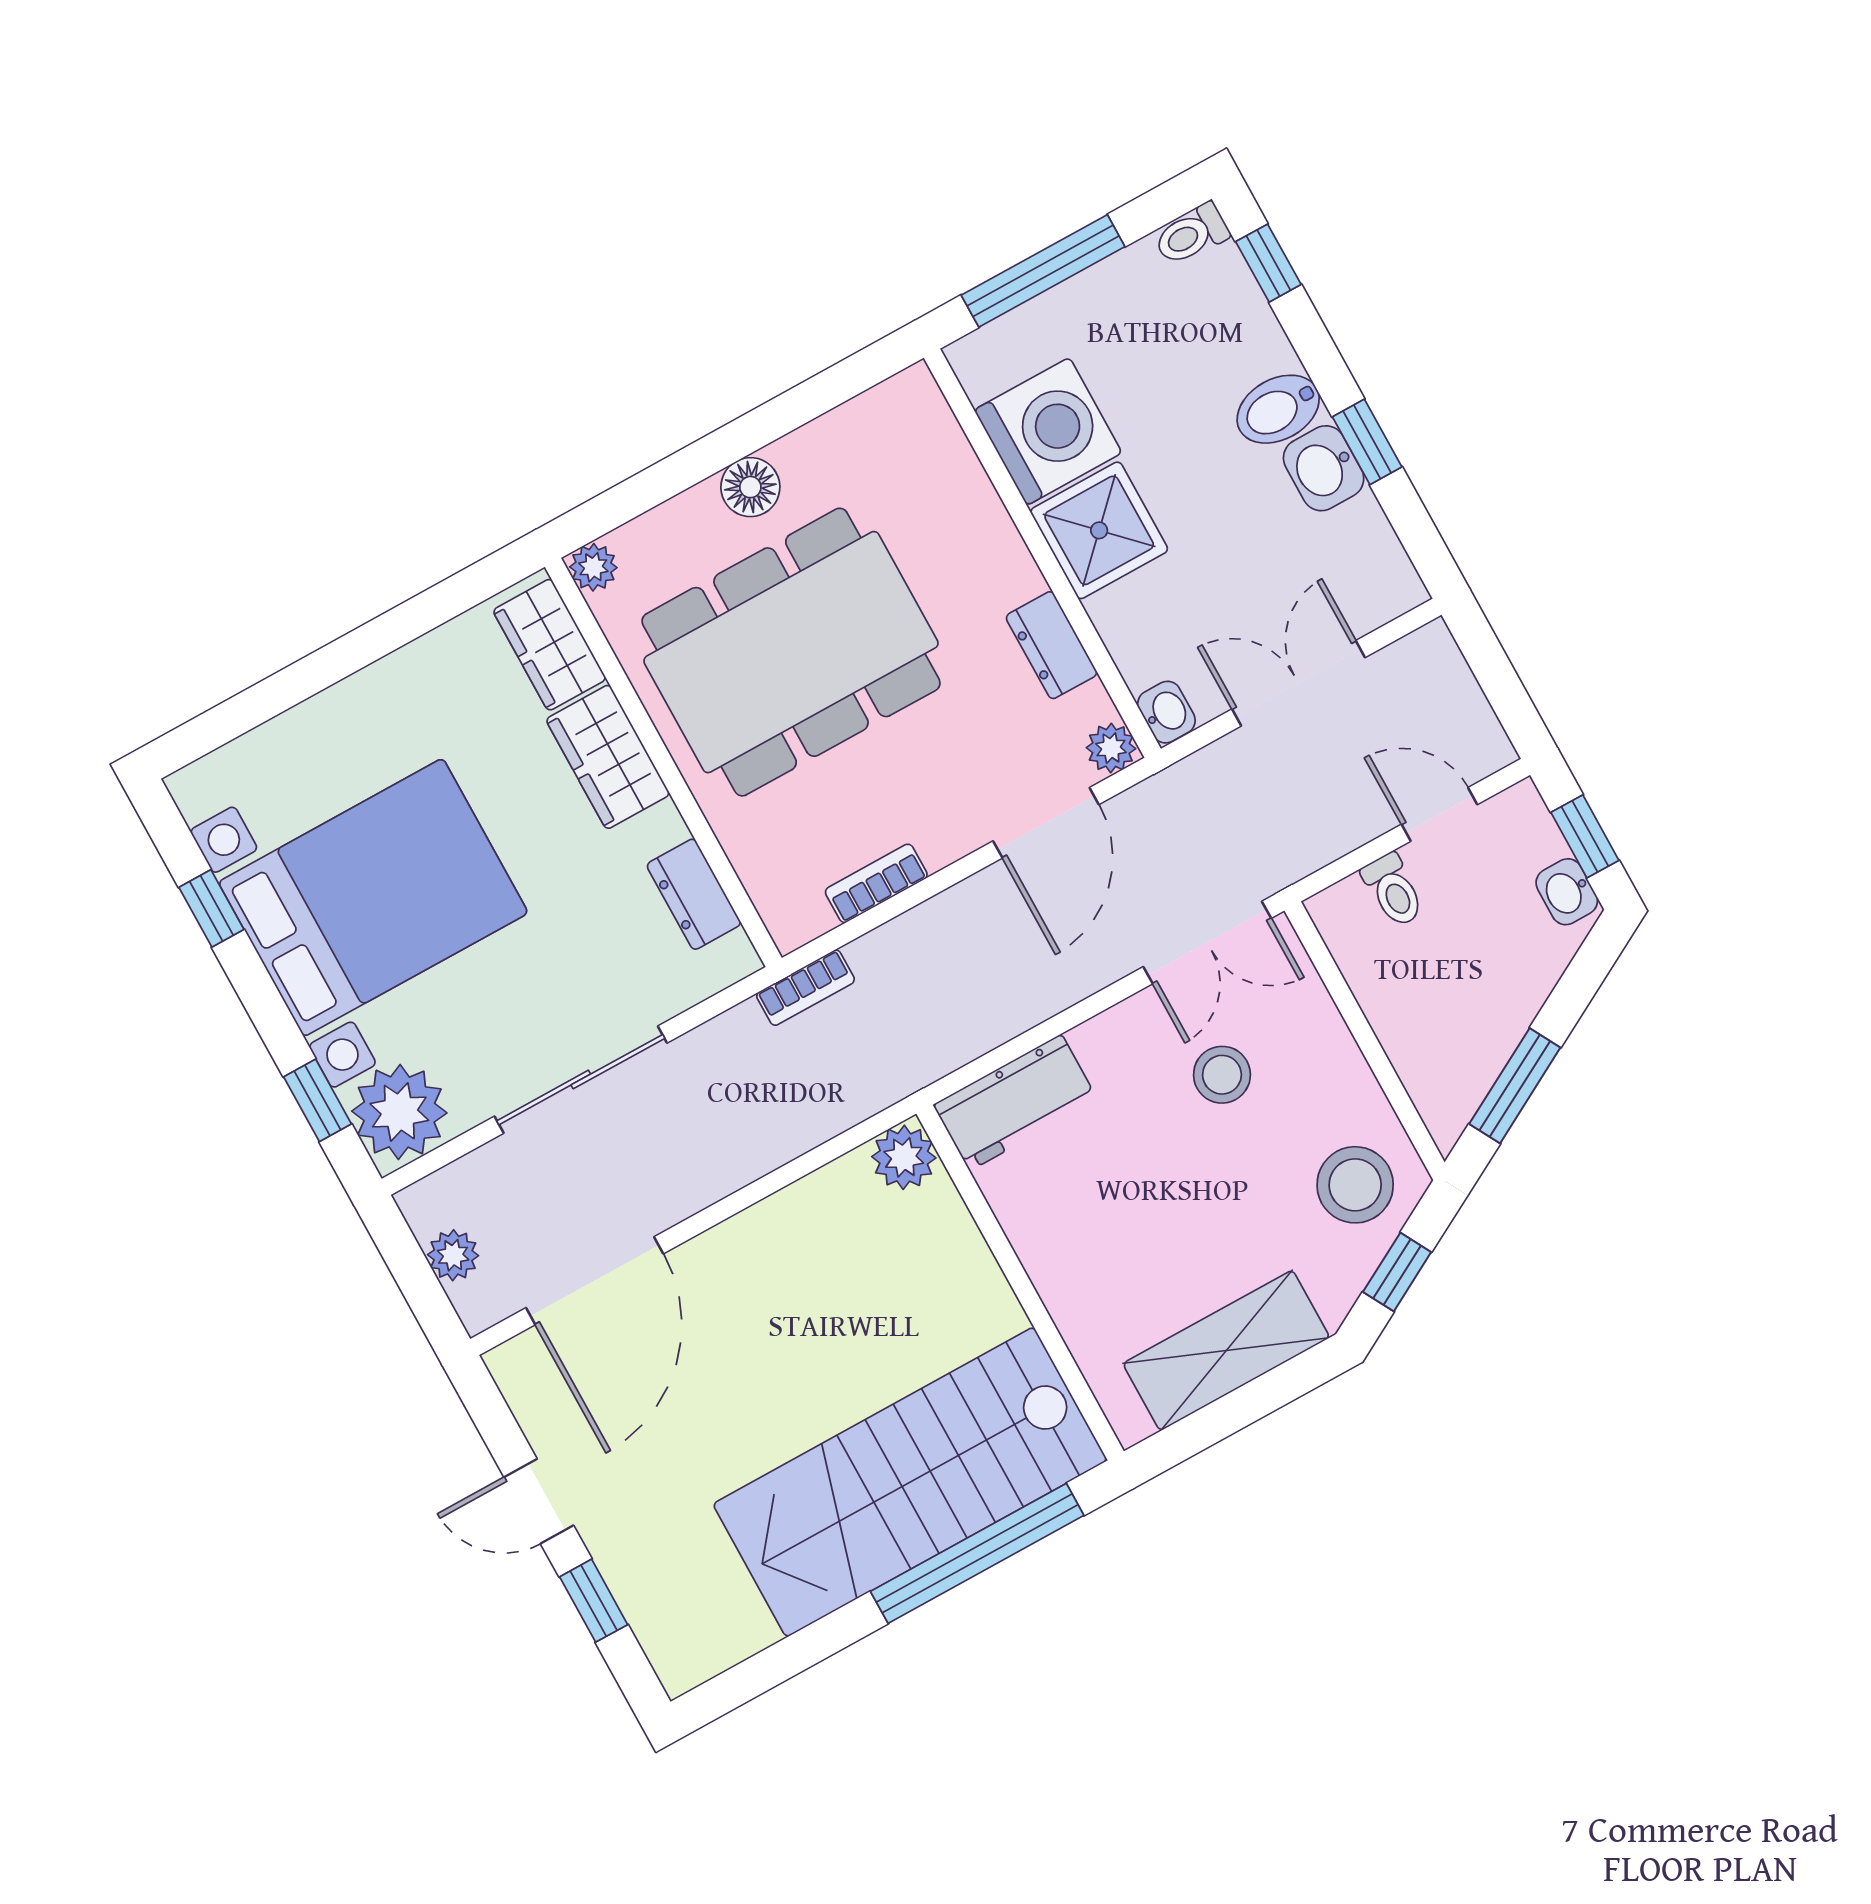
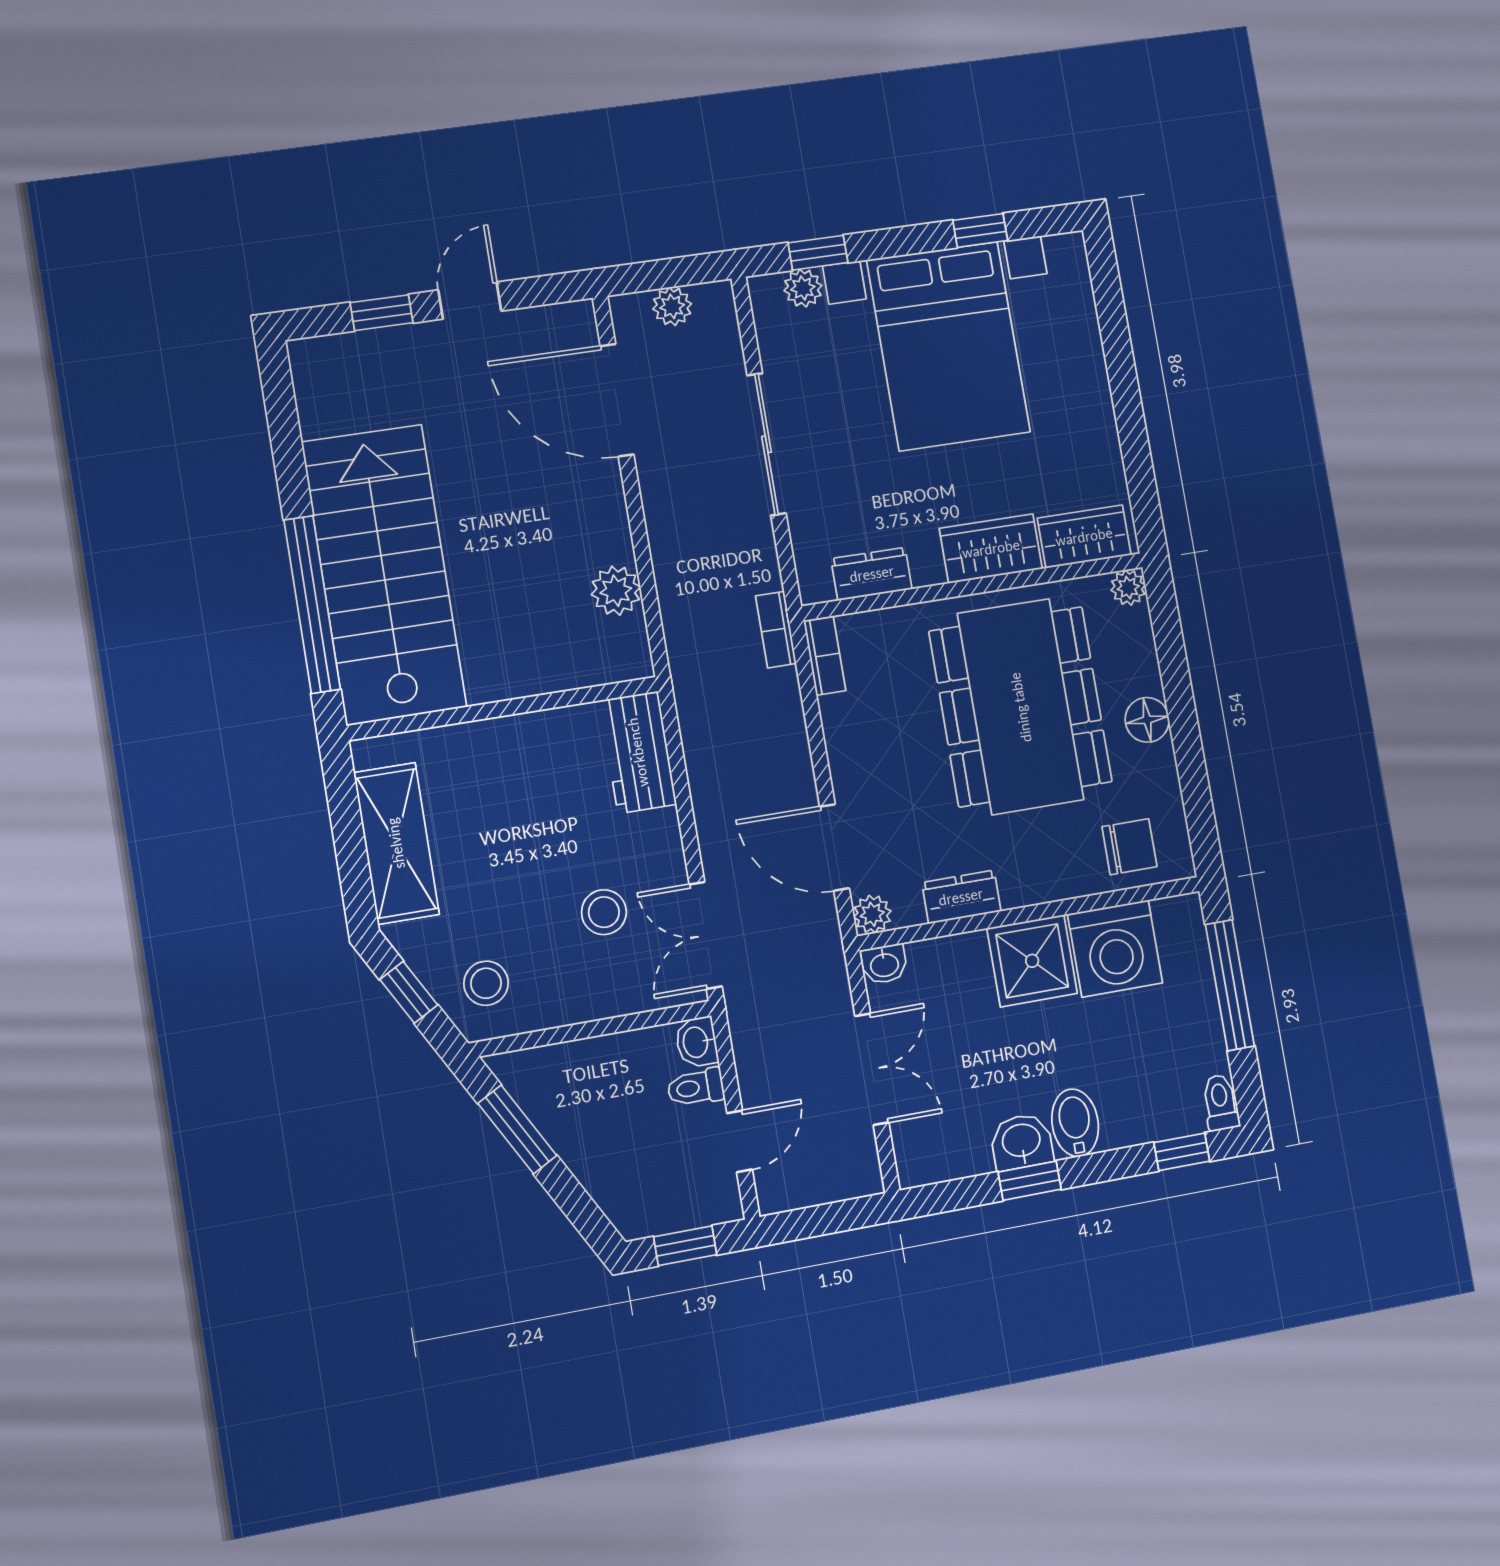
chair: (916, 456) -> (1129, 847), added
bookcase: (876, 883) -> (825, 655), moved
washbasin: (1567, 892) -> (697, 1042), moved, turned -90
plant: (399, 1112) -> (803, 288), width x0.53, depth x0.53
plant: (904, 1157) -> (616, 591), moved
stool: (1355, 1185) -> (486, 983), width x0.73, depth x0.73

